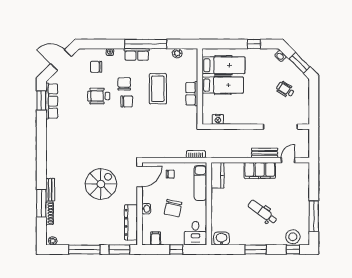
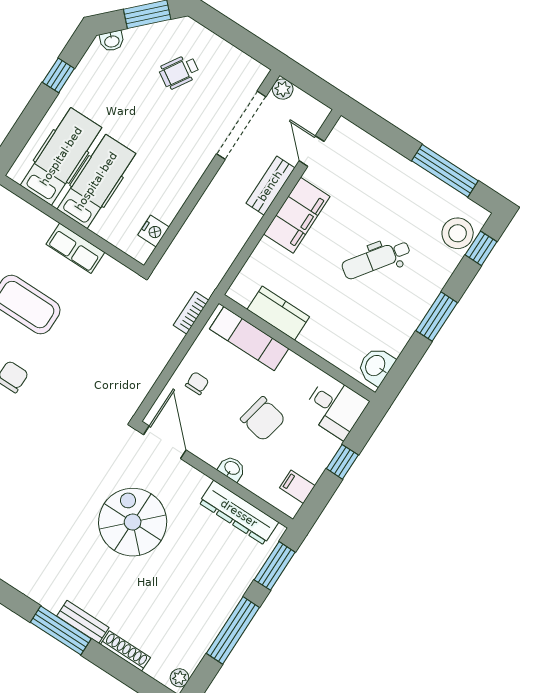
plant: (305, 134) -> (283, 89), added
kitchen counter: (217, 175) -> (278, 313), moved
window: (41, 203) -> (61, 630), moved

